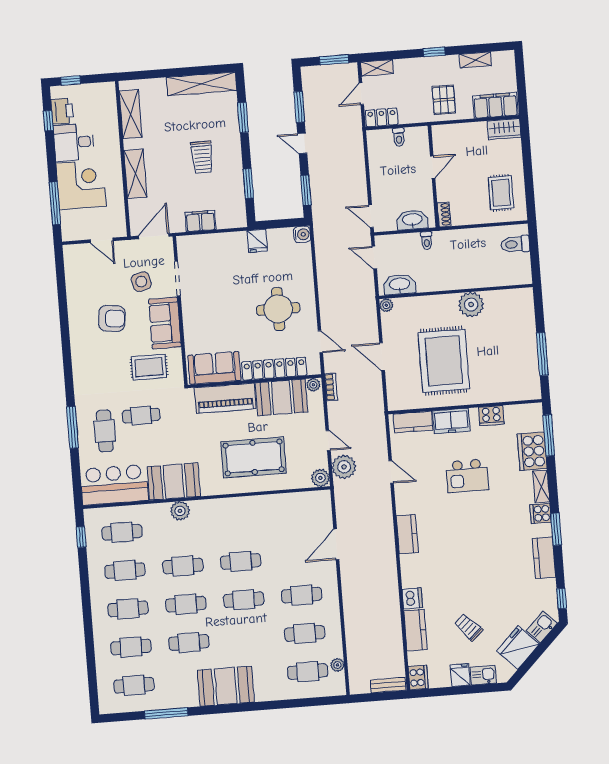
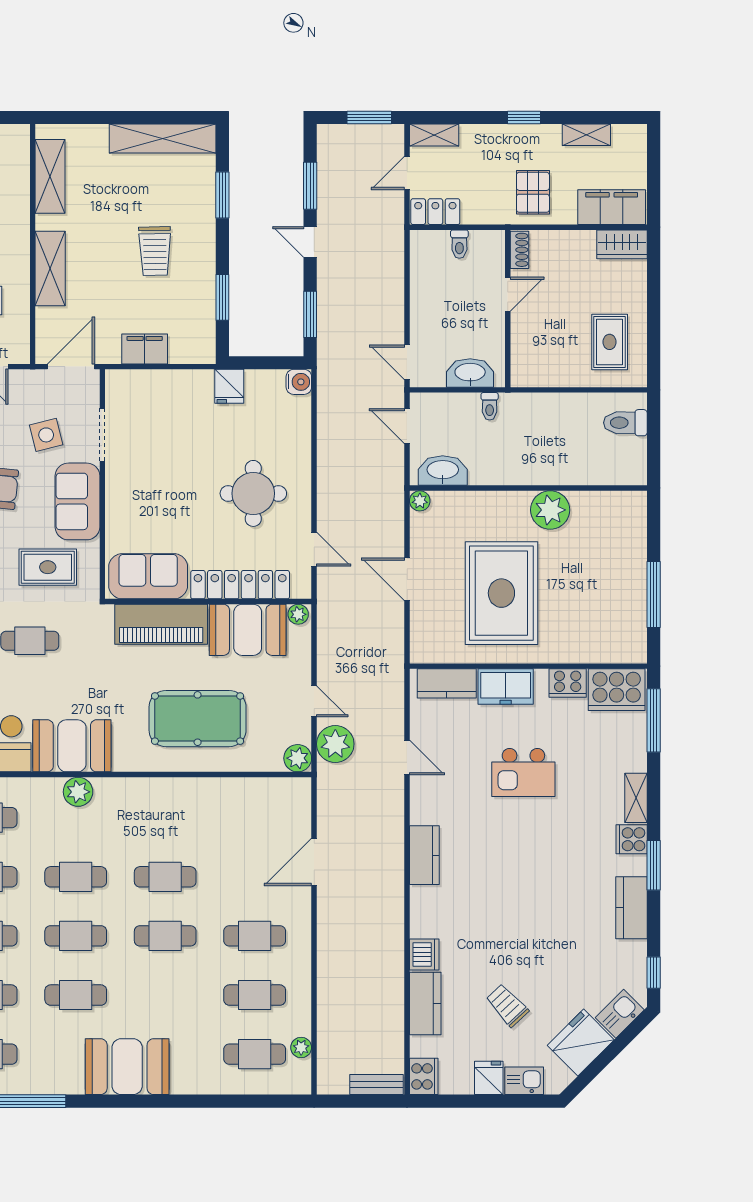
shoe rack: (444, 215) -> (519, 250), moved
bookcase: (331, 387) -> (325, 620), removed
cooker: (532, 451) -> (617, 690), moved, turned -90

